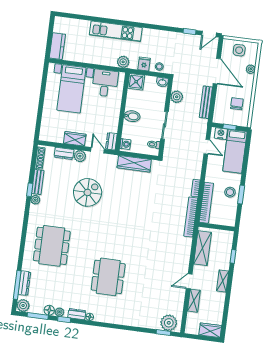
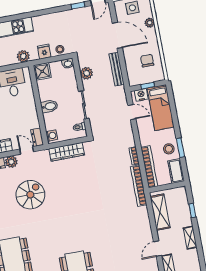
cot: (230, 215) -> (176, 171), added

